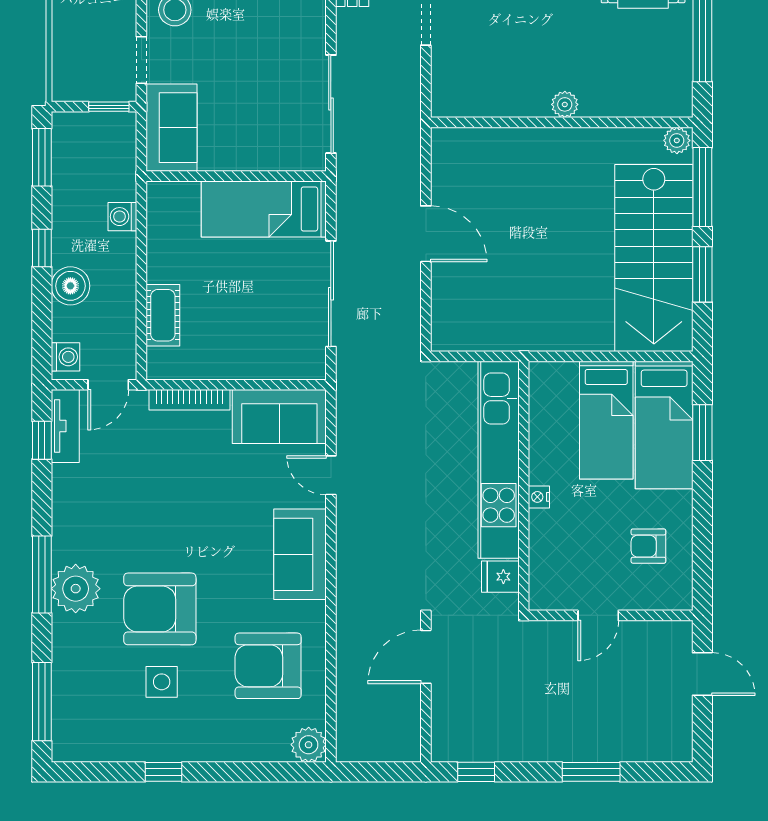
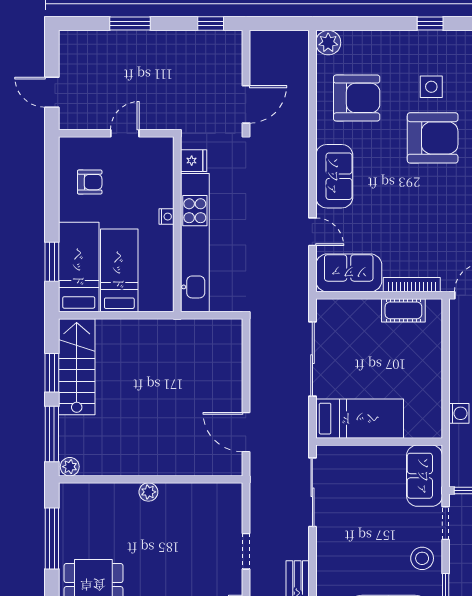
door: (426, 234) -> (246, 432), moved
stairs: (654, 258) -> (77, 367), width x0.73, depth x0.66
cot: (163, 315) -> (403, 310), moved, turned 90

